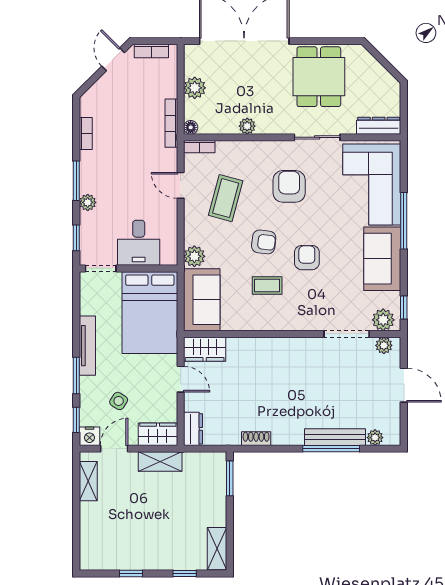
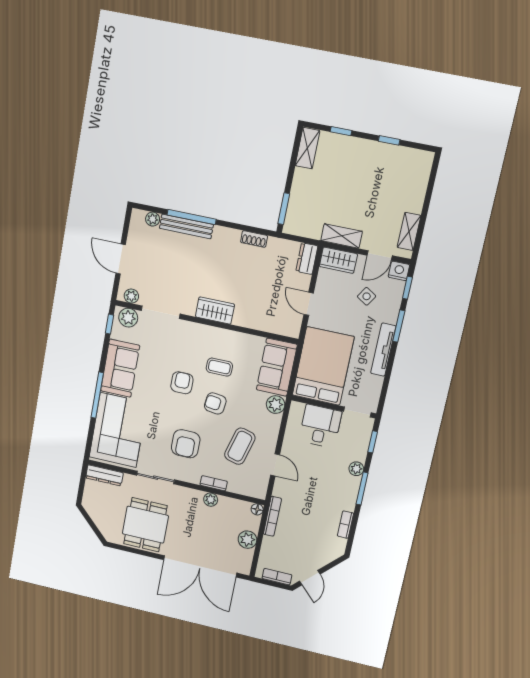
bookcase: (199, 147) -> (214, 483), moved
armchair: (307, 258) -> (182, 383), turned 180
wardrobe: (205, 349) -> (215, 311), moved

